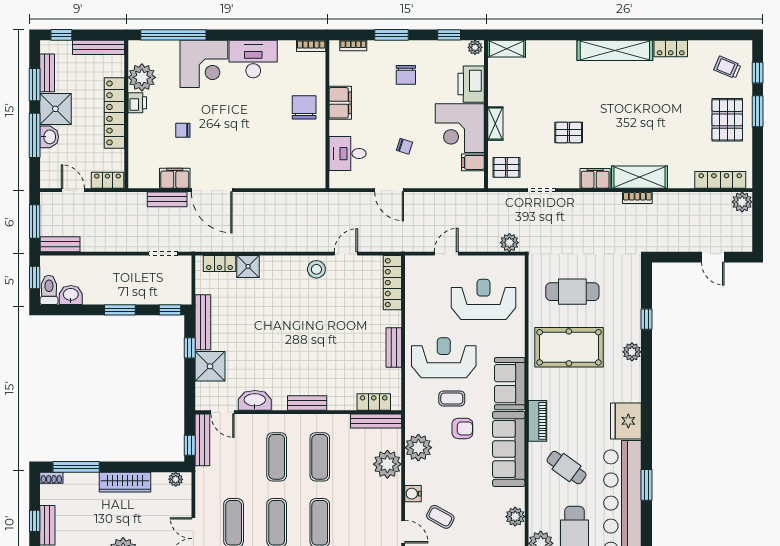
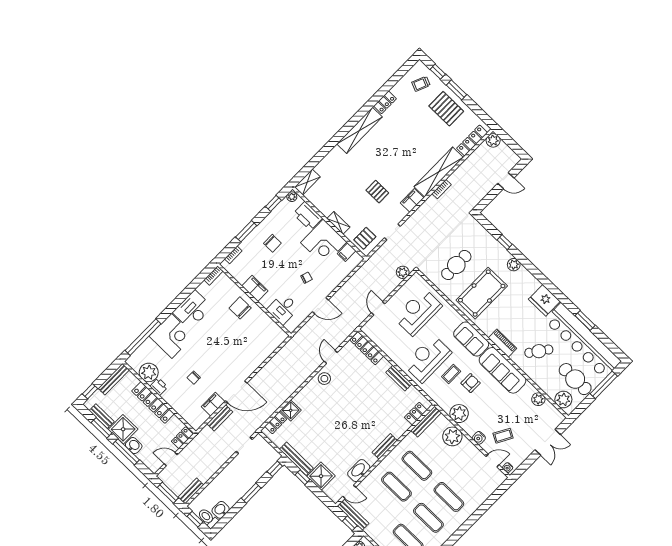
pallet: (569, 132) -> (377, 192), turned 90
shelving: (639, 177) -> (439, 172), width x1.47

